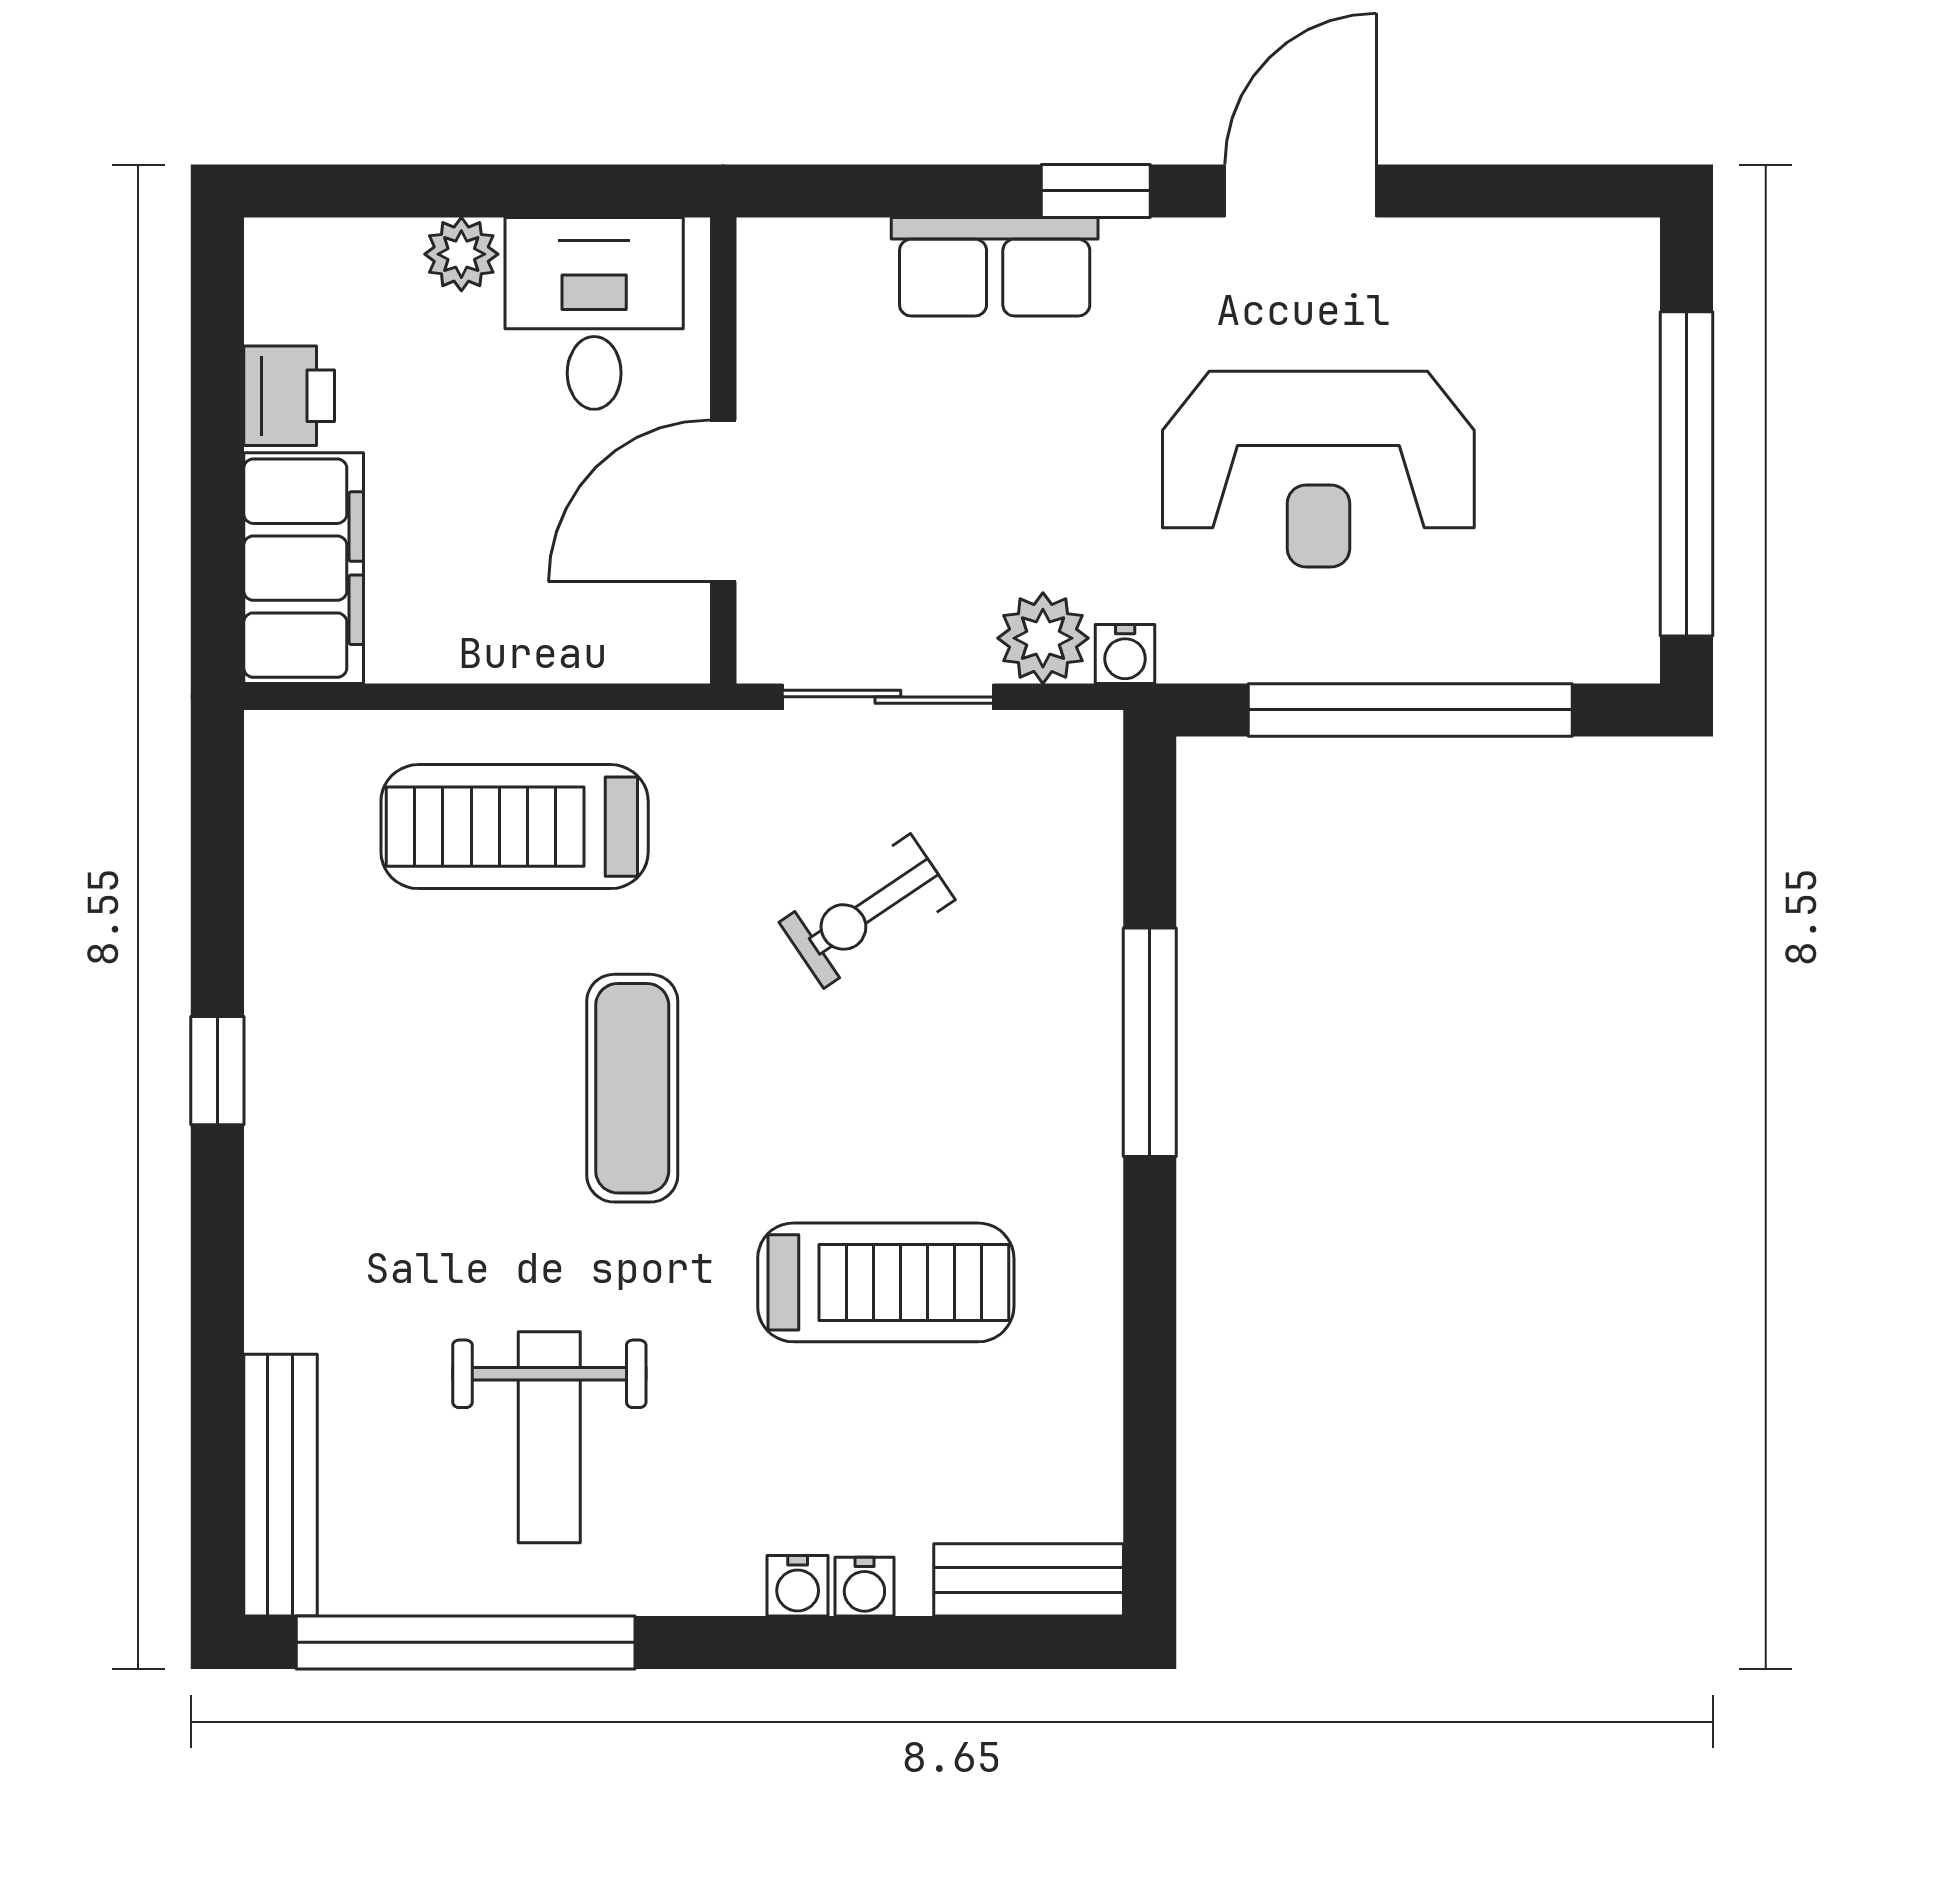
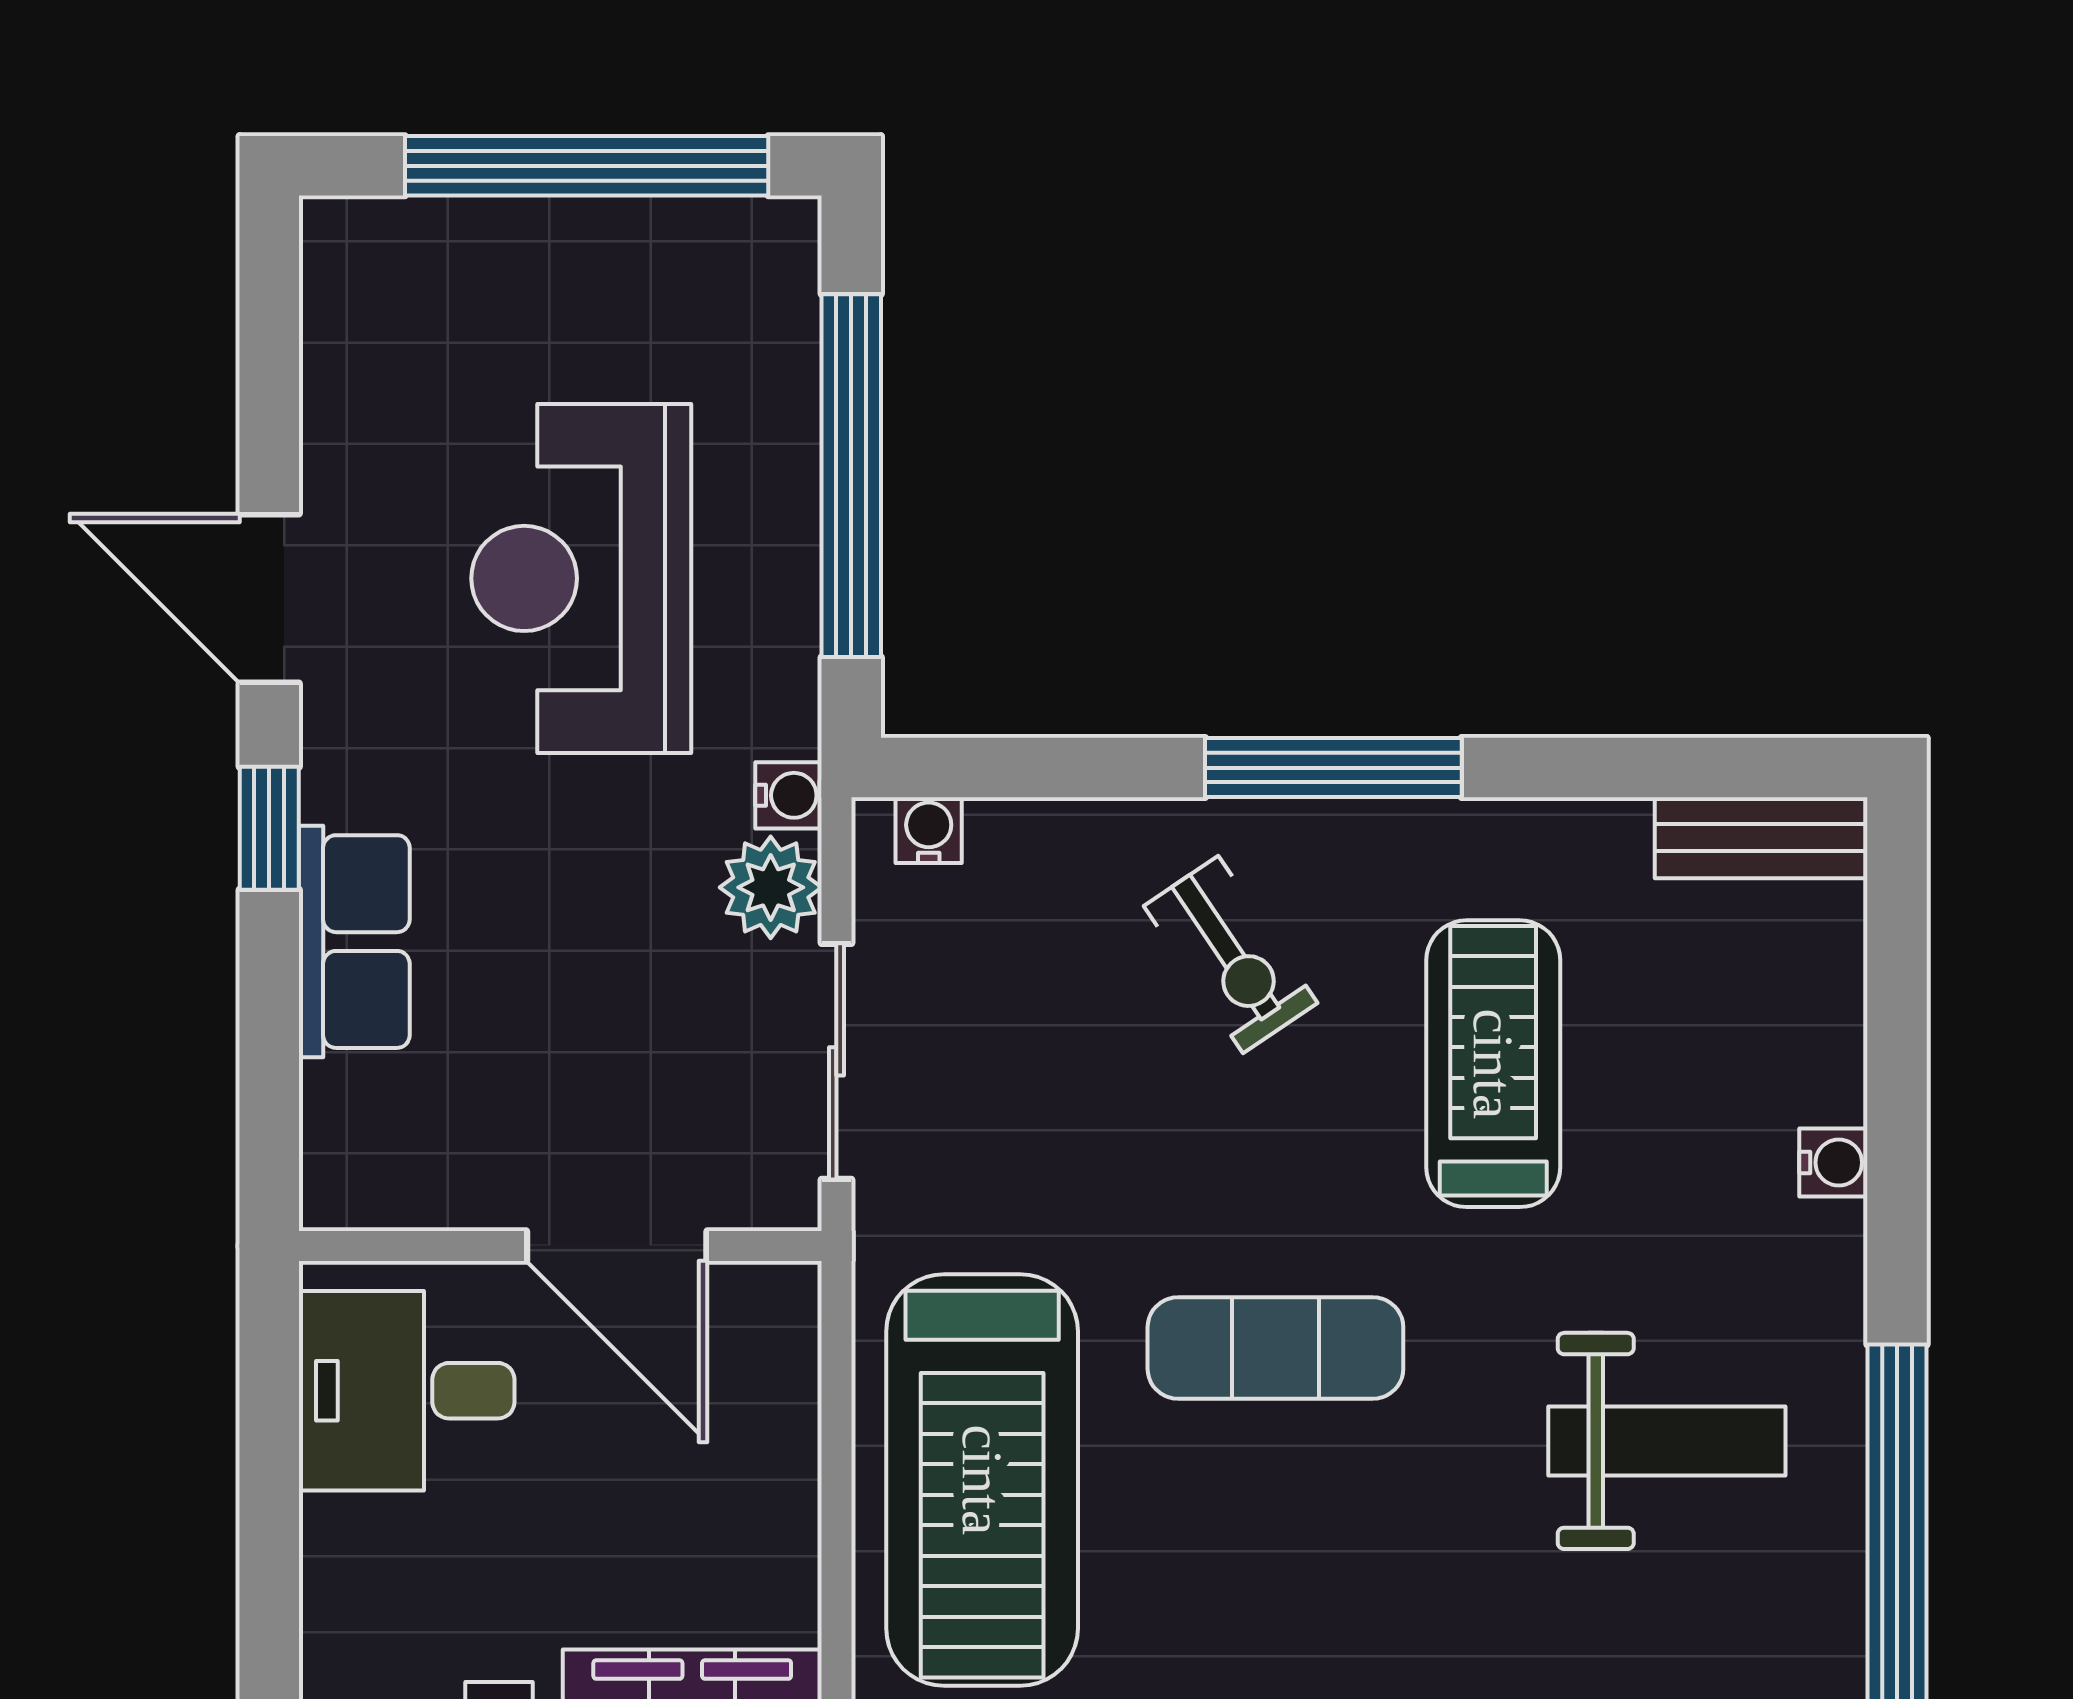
plant: (461, 254) -> (340, 1540), removed
reception desk: (1318, 469) -> (581, 578), turned 180
treadmill: (515, 827) -> (982, 1480), width x1.37, depth x1.38
exercise bike: (867, 911) -> (1231, 954), moved
window: (1150, 1042) -> (1333, 768), moved
bench: (1029, 1580) -> (1761, 838), moved, turned 90
water cooler: (864, 1587) -> (929, 830), moved, turned -90

